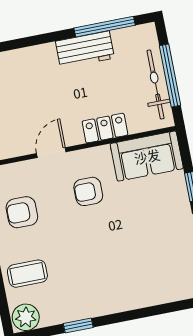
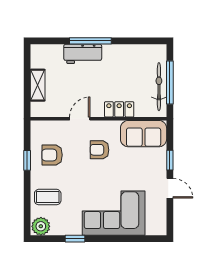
window: (105, 27) -> (90, 41), moved
workbench: (85, 50) -> (83, 54), moved
corner sofa: (126, 278) -> (114, 213), added

